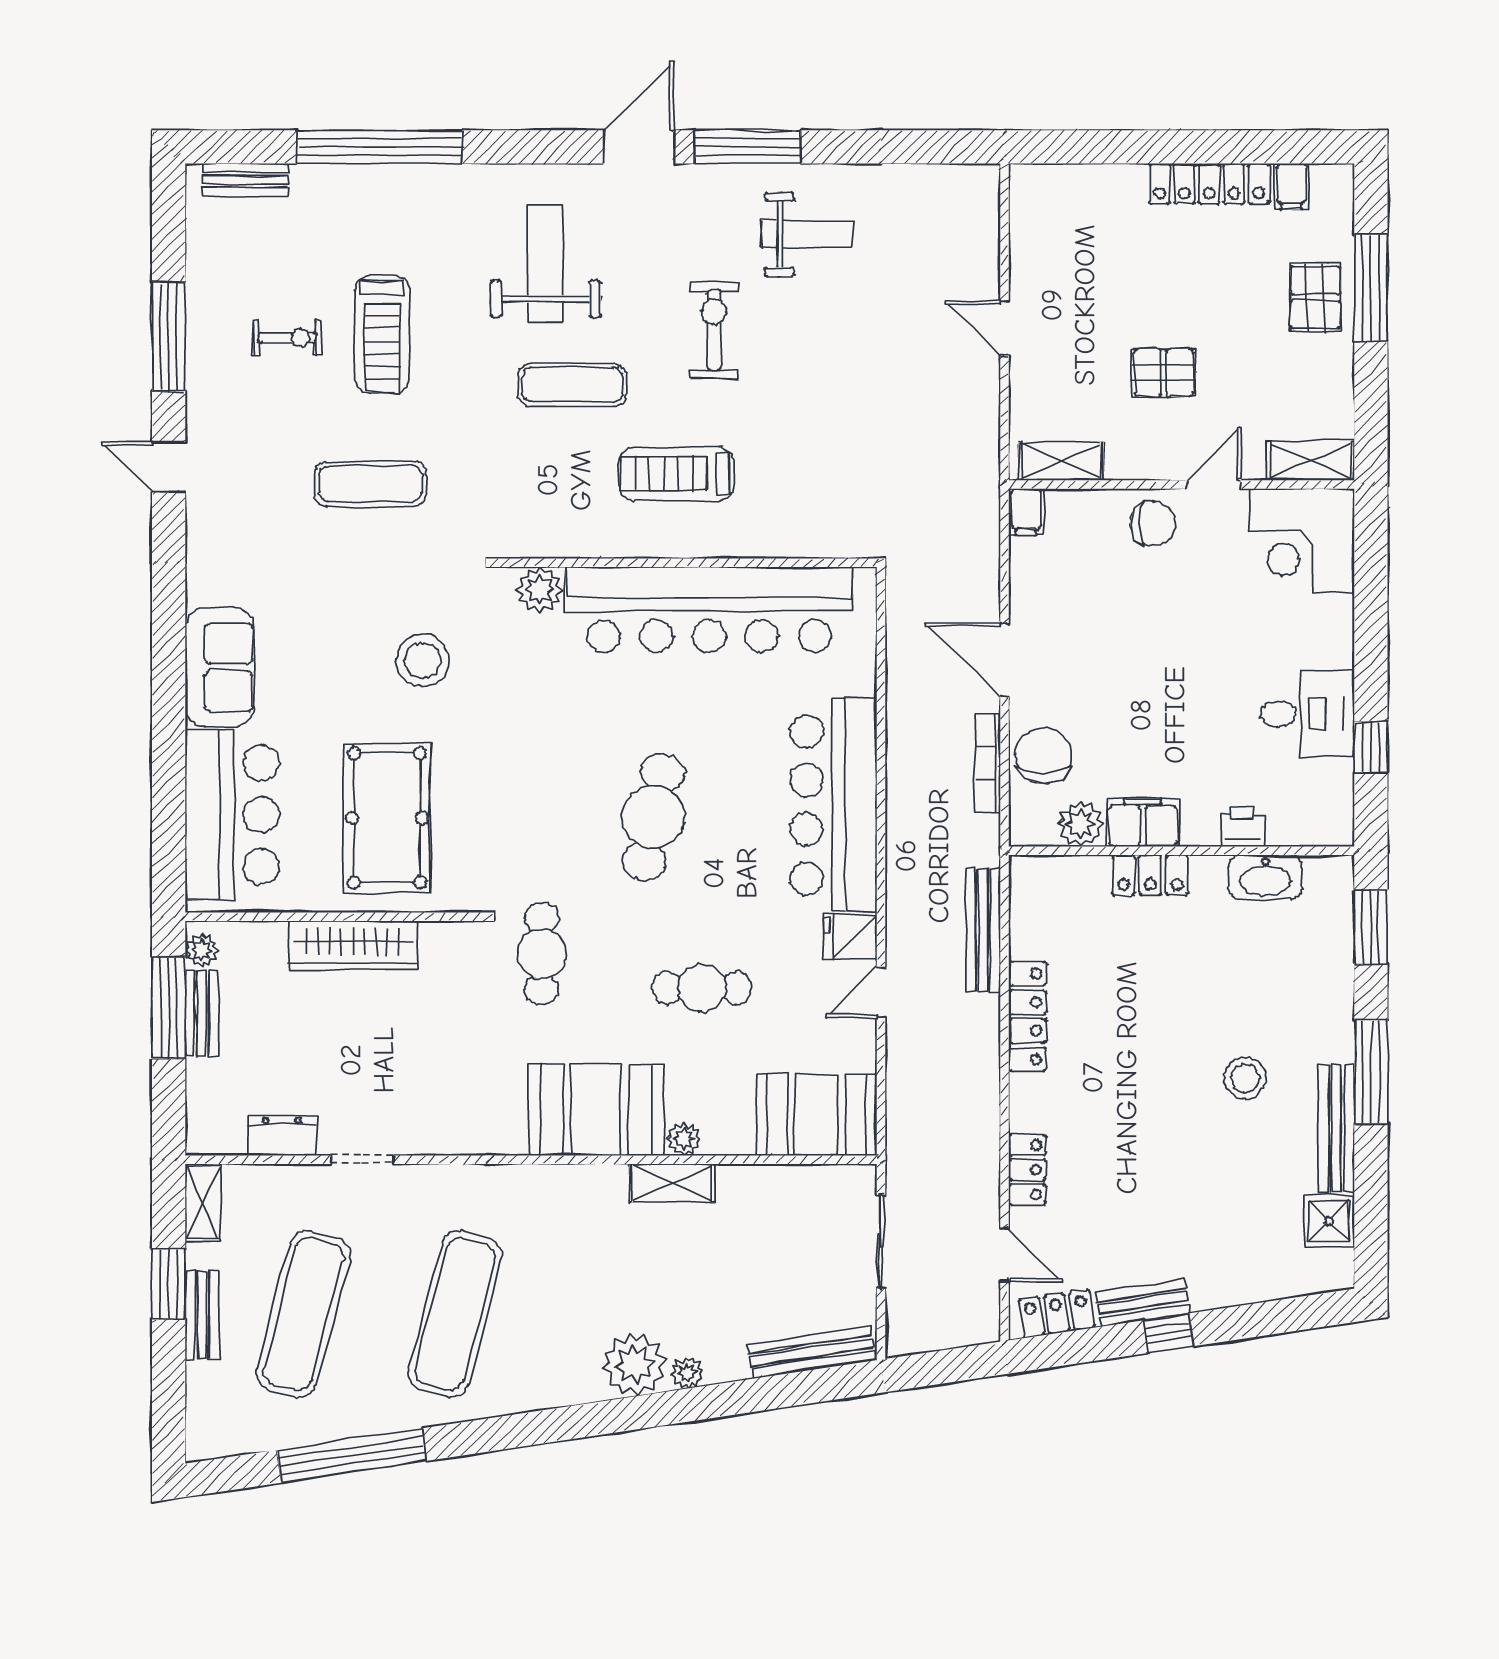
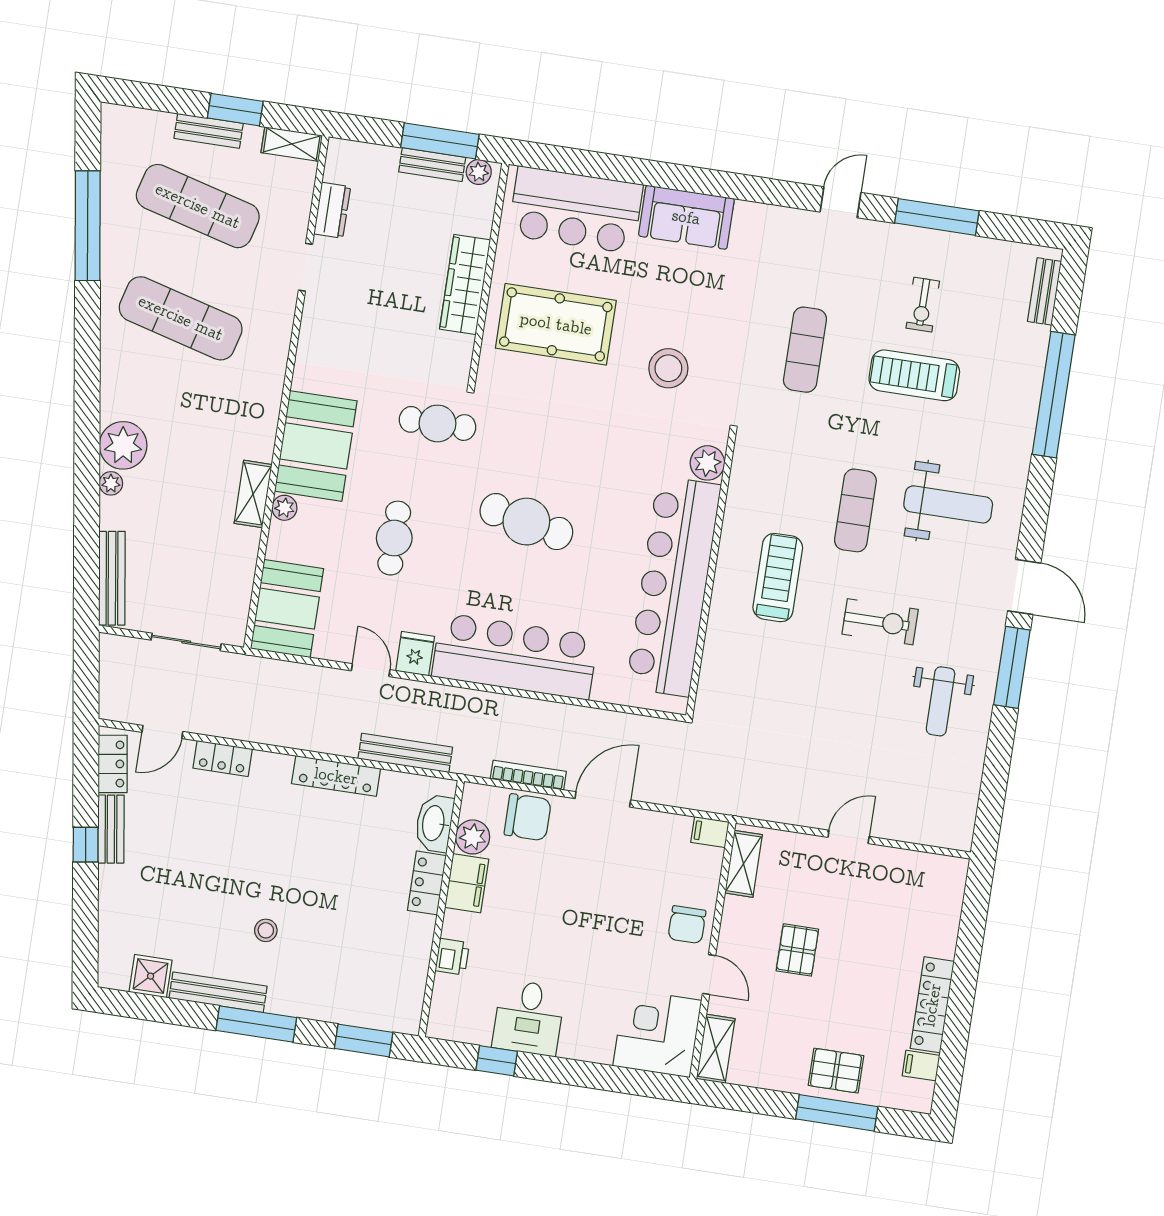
washbasin: (1265, 877) -> (434, 823), moved
stool: (1245, 1078) -> (266, 930), width x0.73, depth x0.73

